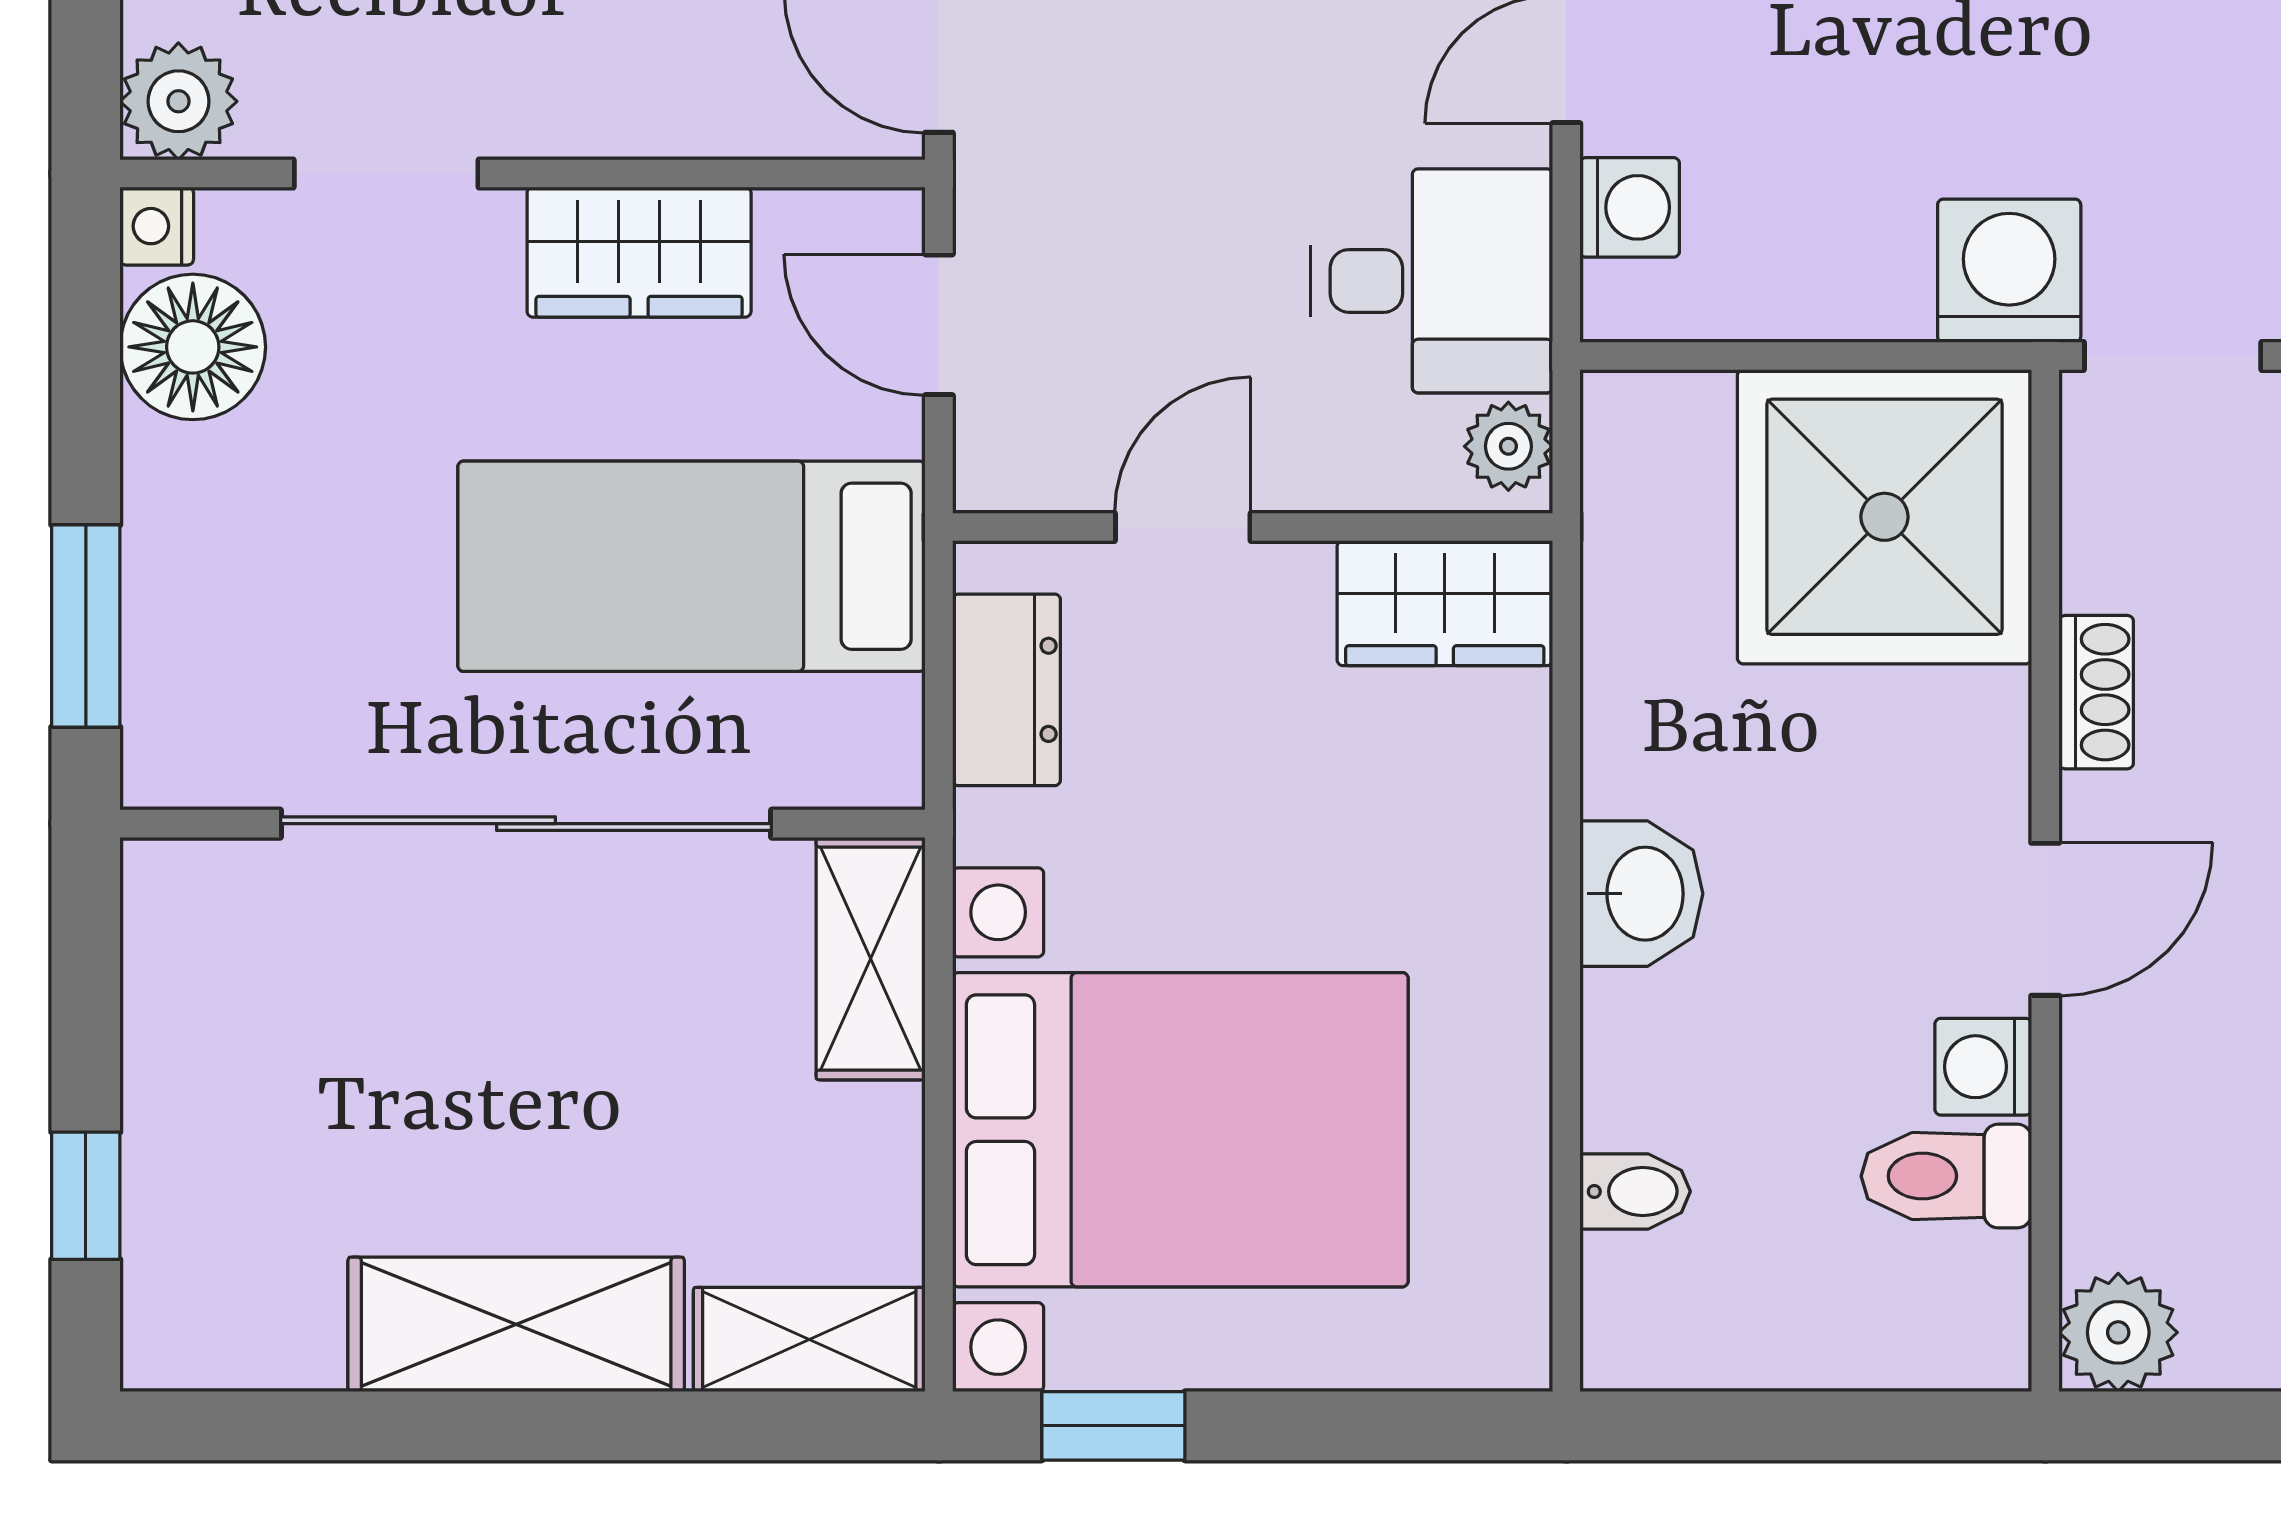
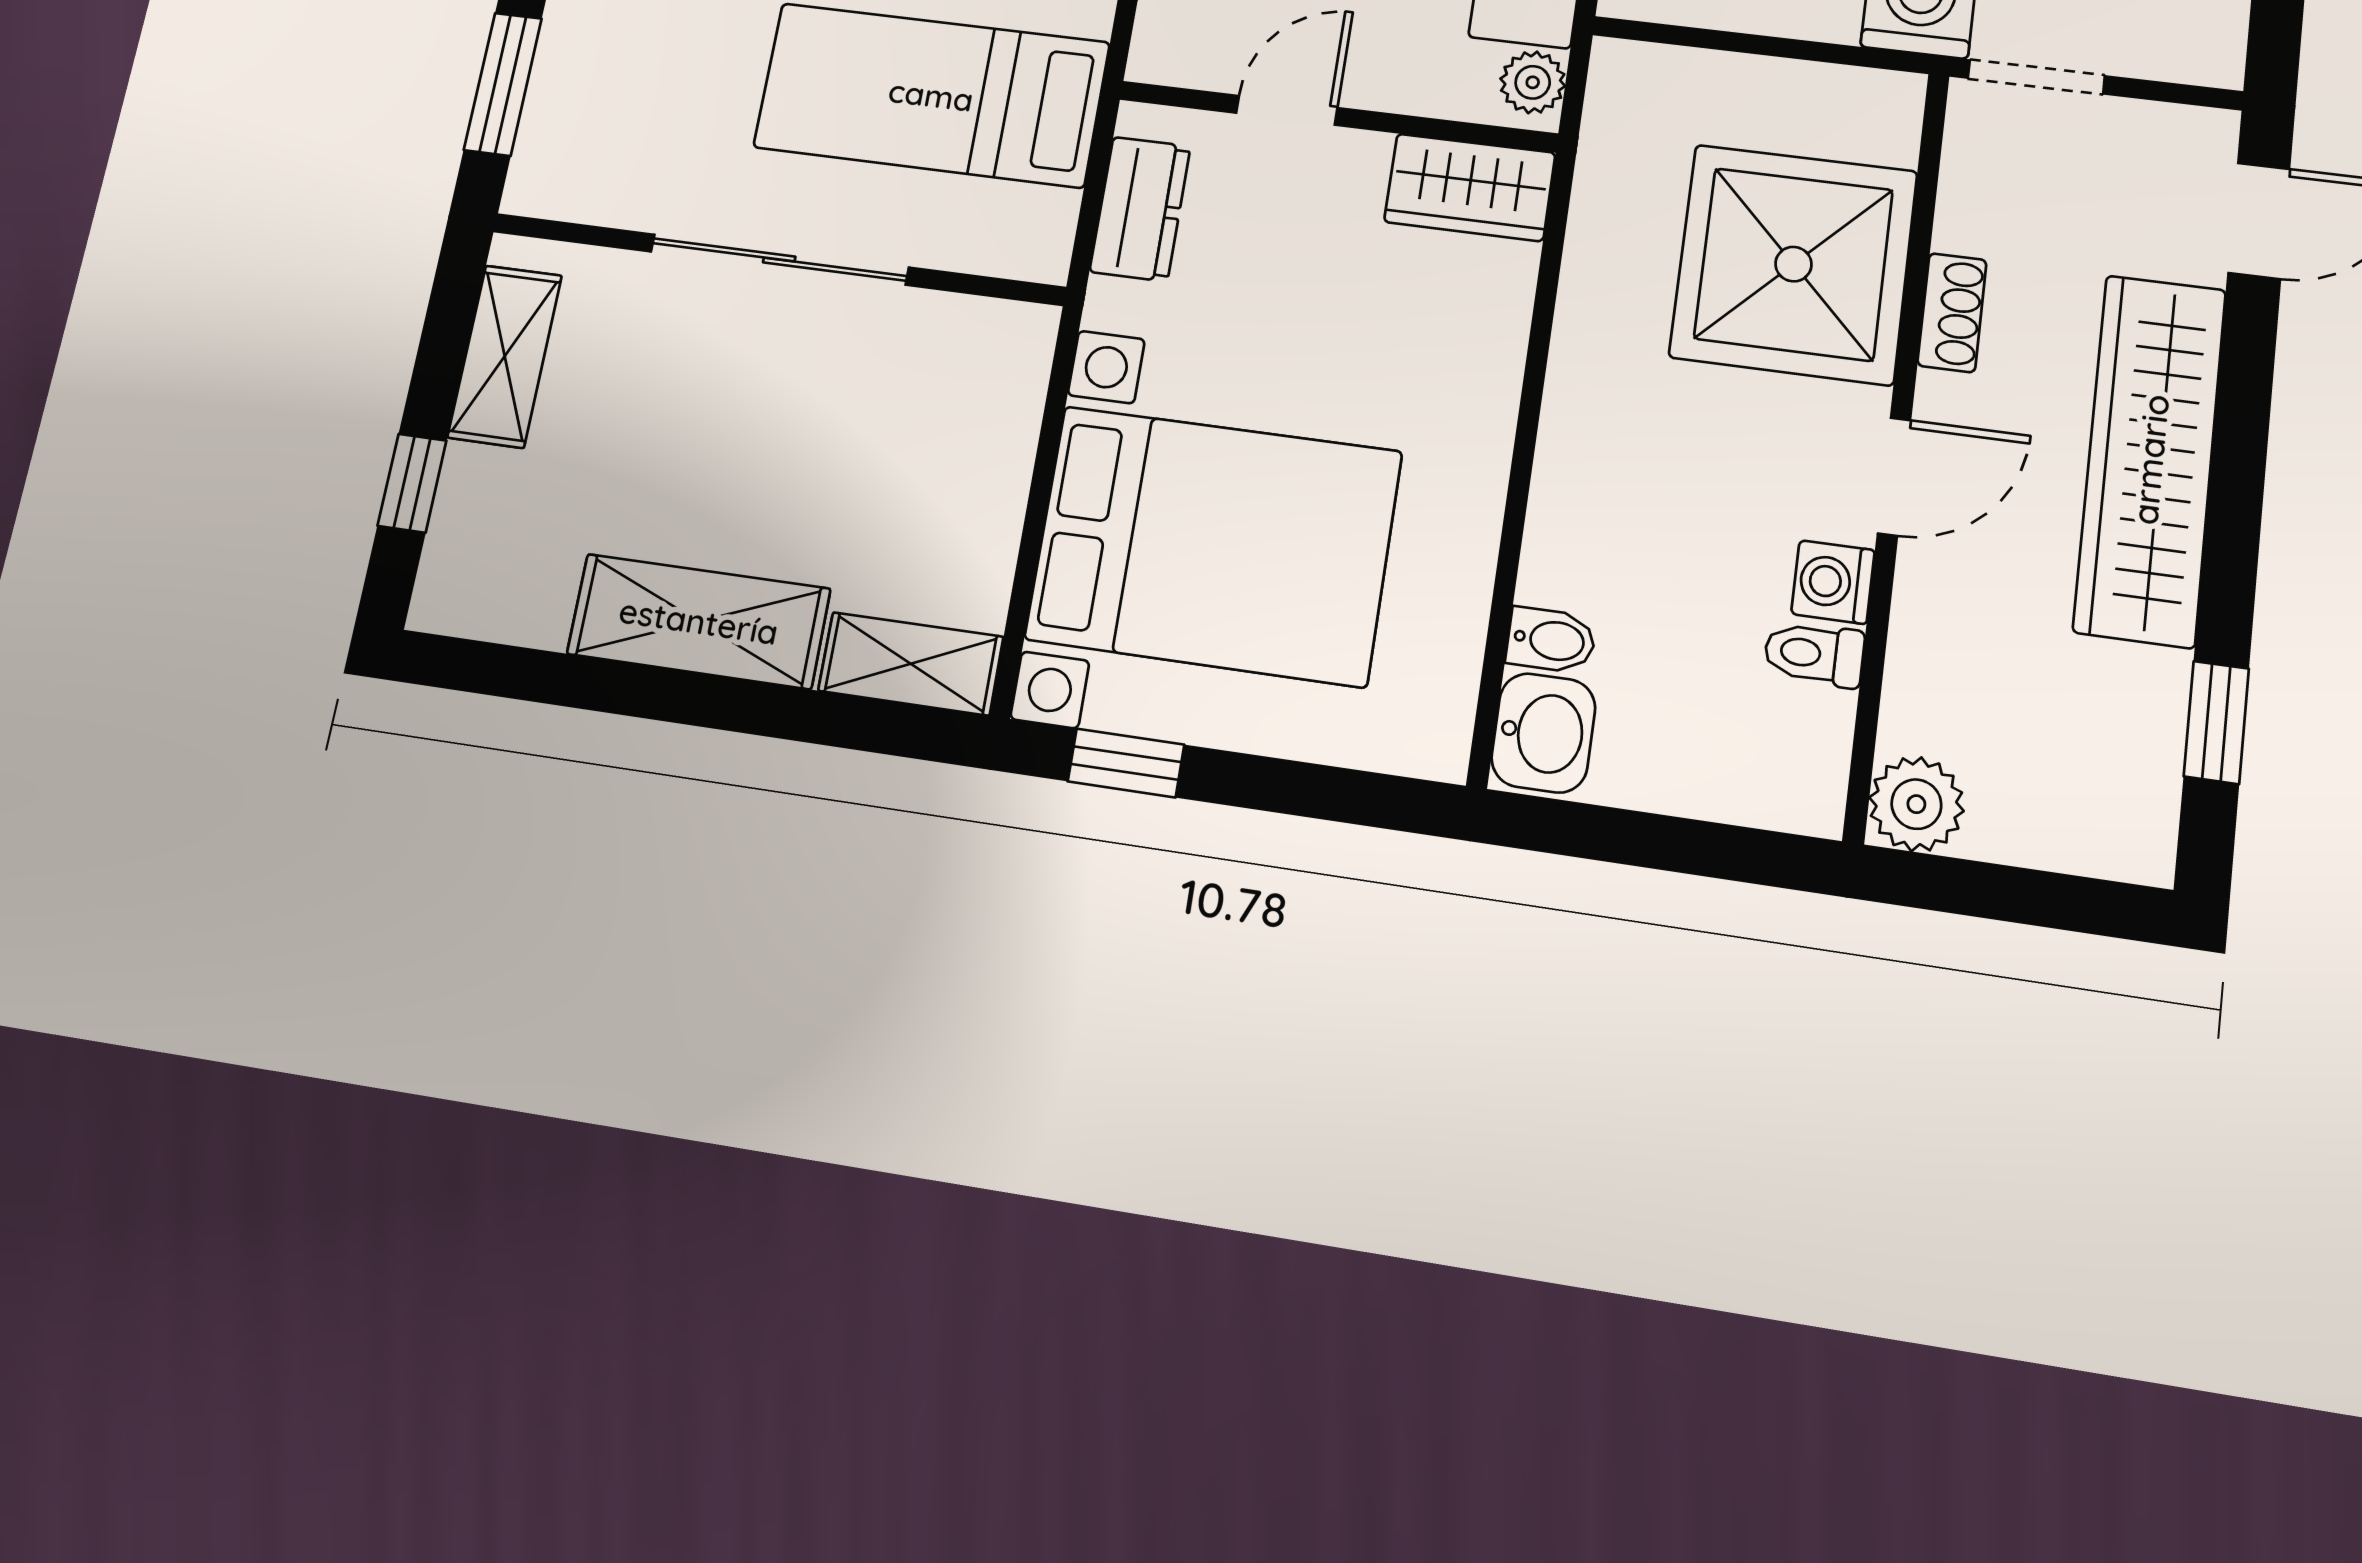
shower: (1884, 517) -> (1794, 264), moved
sliding door: (526, 824) -> (779, 260), width x0.73
washbasin: (1641, 894) -> (1543, 733), moved
shelving: (871, 959) -> (505, 356), moved
toilet: (1946, 1176) -> (1814, 654), width x0.73, depth x0.72

